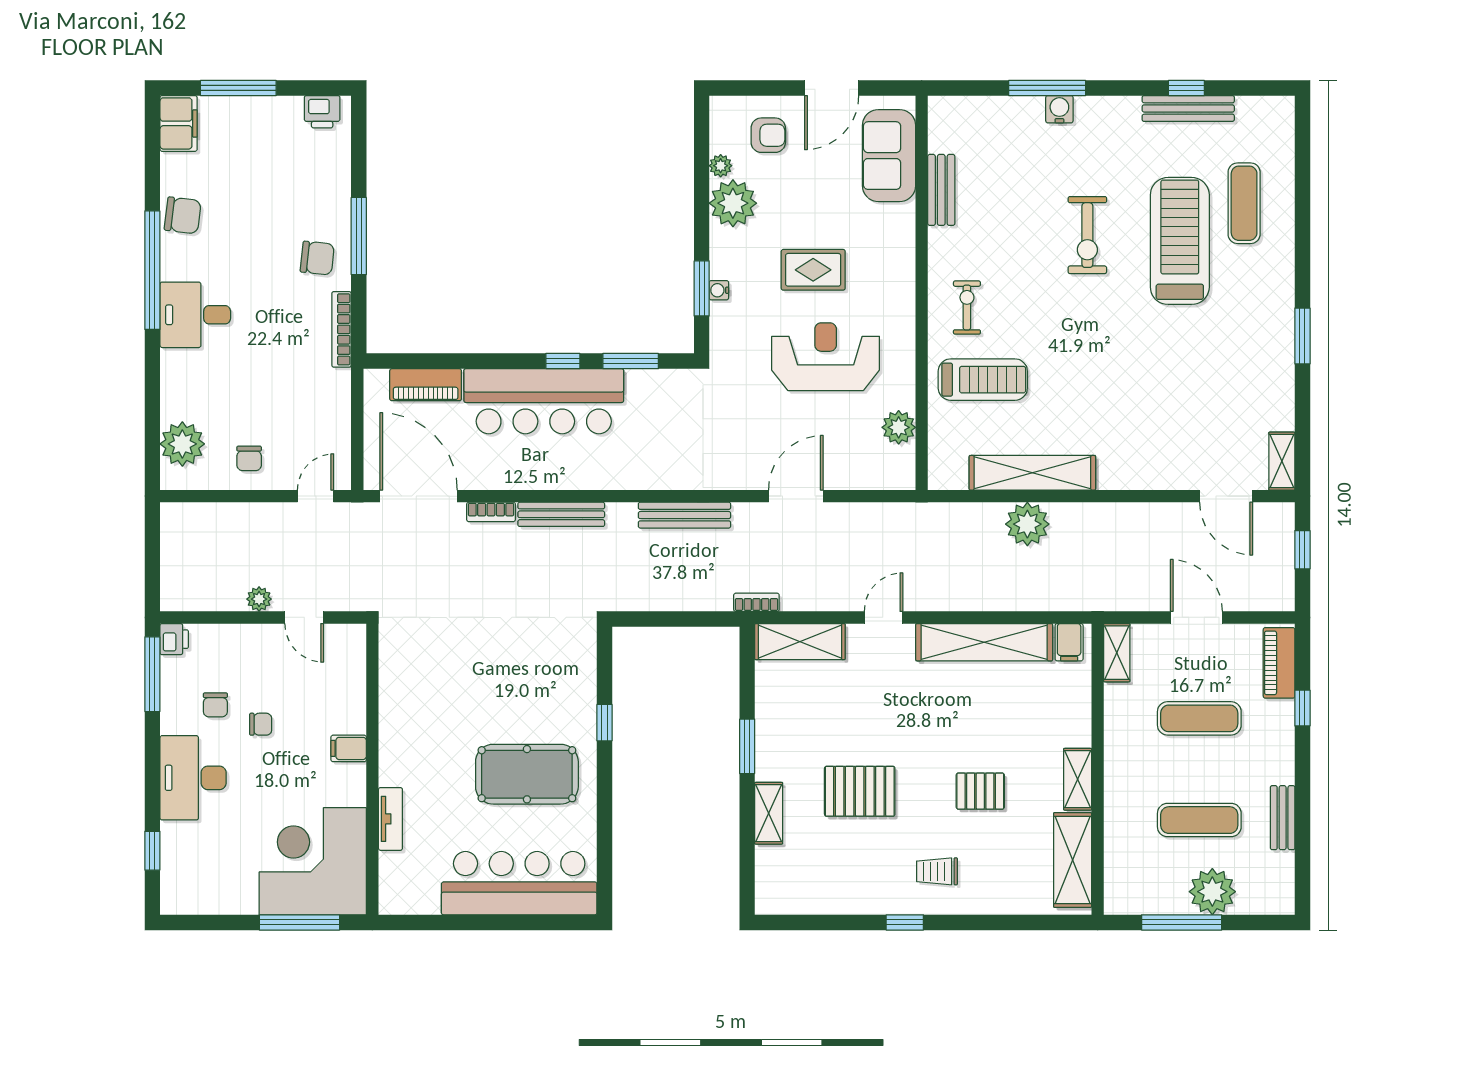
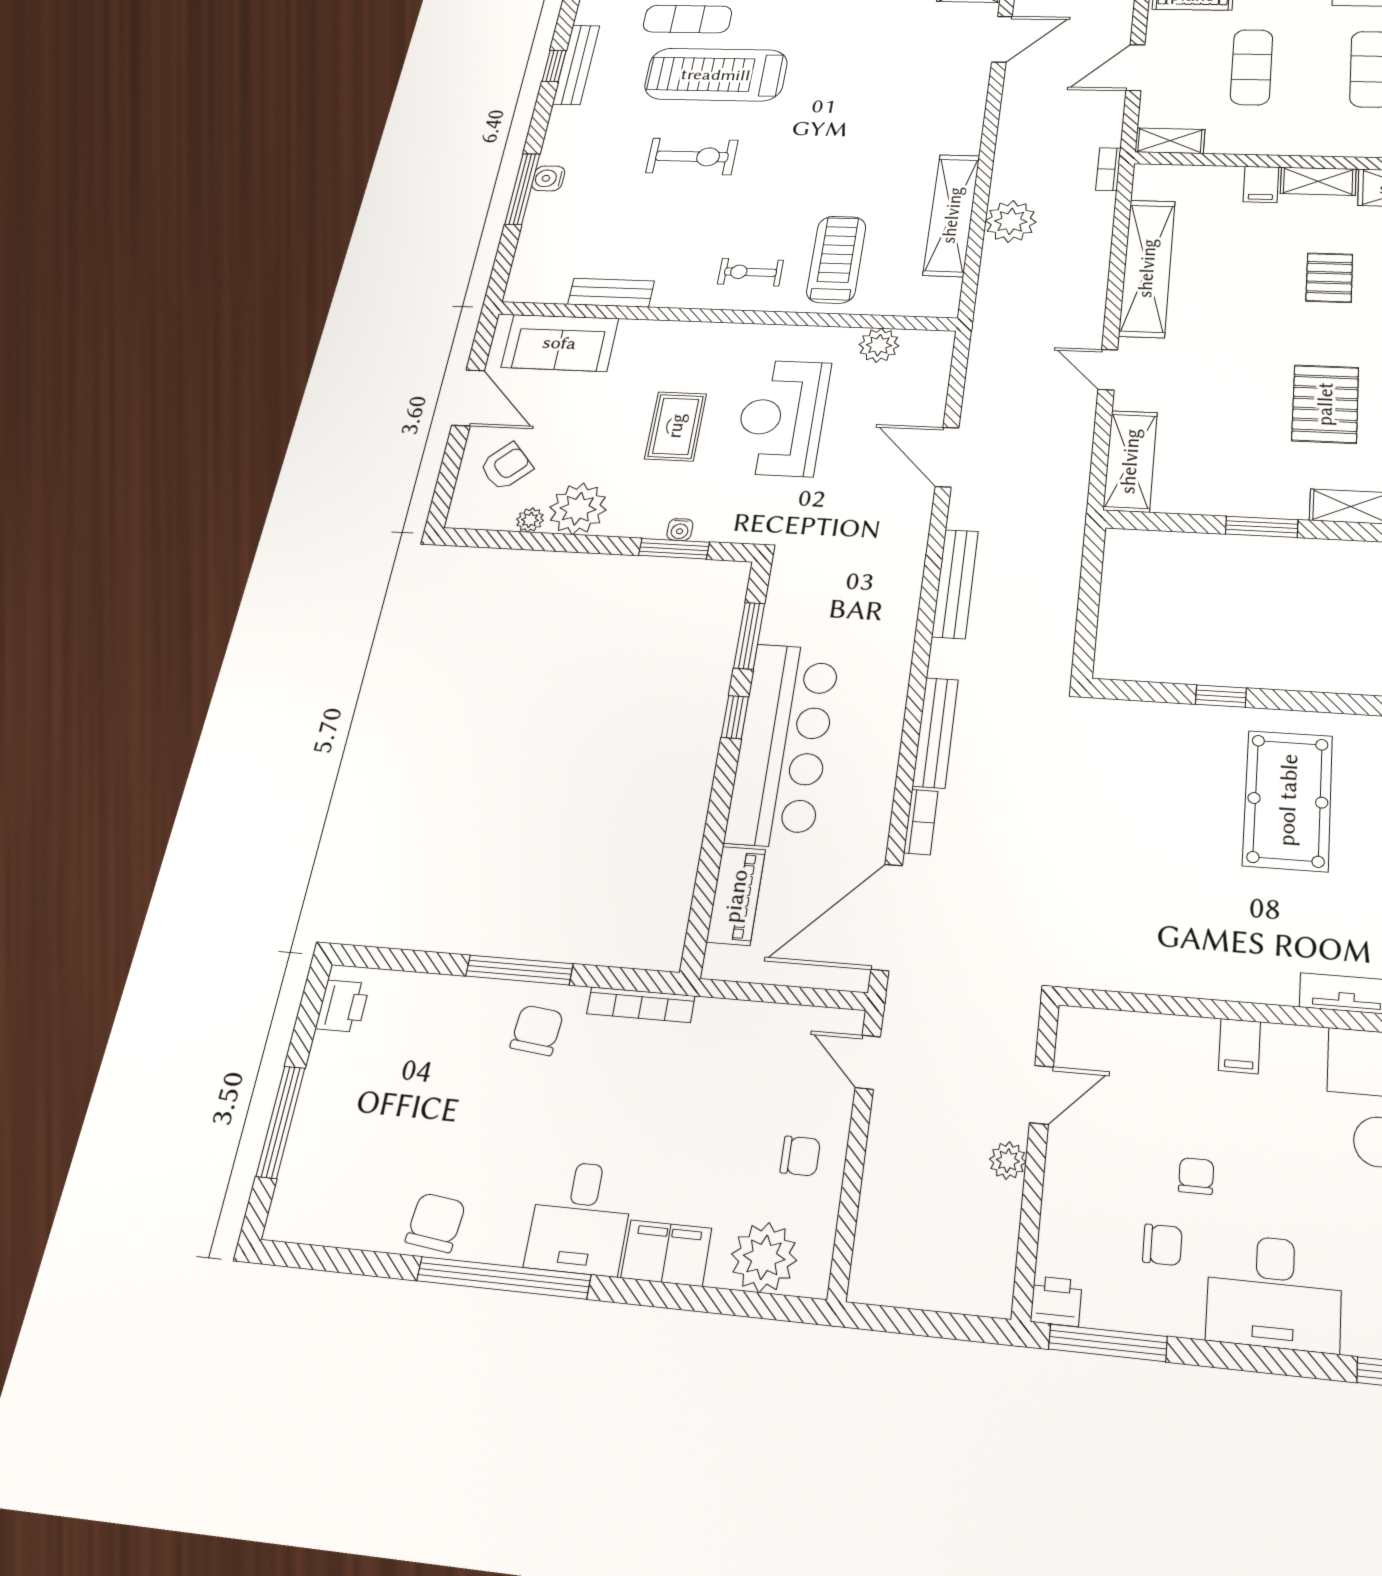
filing cabinet: (179, 123) -> (666, 1253), moved
armchair: (768, 135) -> (506, 467), turned 47
bookcase: (756, 602) -> (1108, 169), moved
filing cabinet: (1069, 642) -> (1261, 184), moved, turned 90

